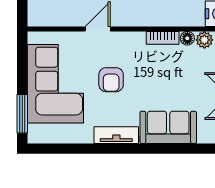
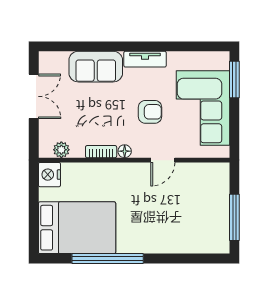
floor lamp: (187, 38) -> (125, 151), moved
armchair: (111, 80) -> (150, 112), turned 90

